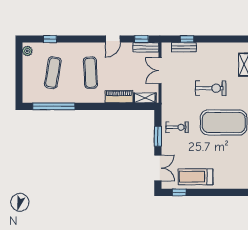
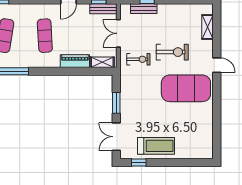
exercise bike: (177, 127) -> (138, 59), moved
double door: (158, 168) -> (116, 137), swing flipped
treadmill: (195, 177) -> (156, 146), turned 180

